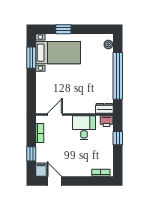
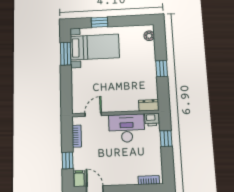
window: (118, 76) -> (162, 69), width x0.32
desk: (84, 128) -> (127, 128), width x1.37

